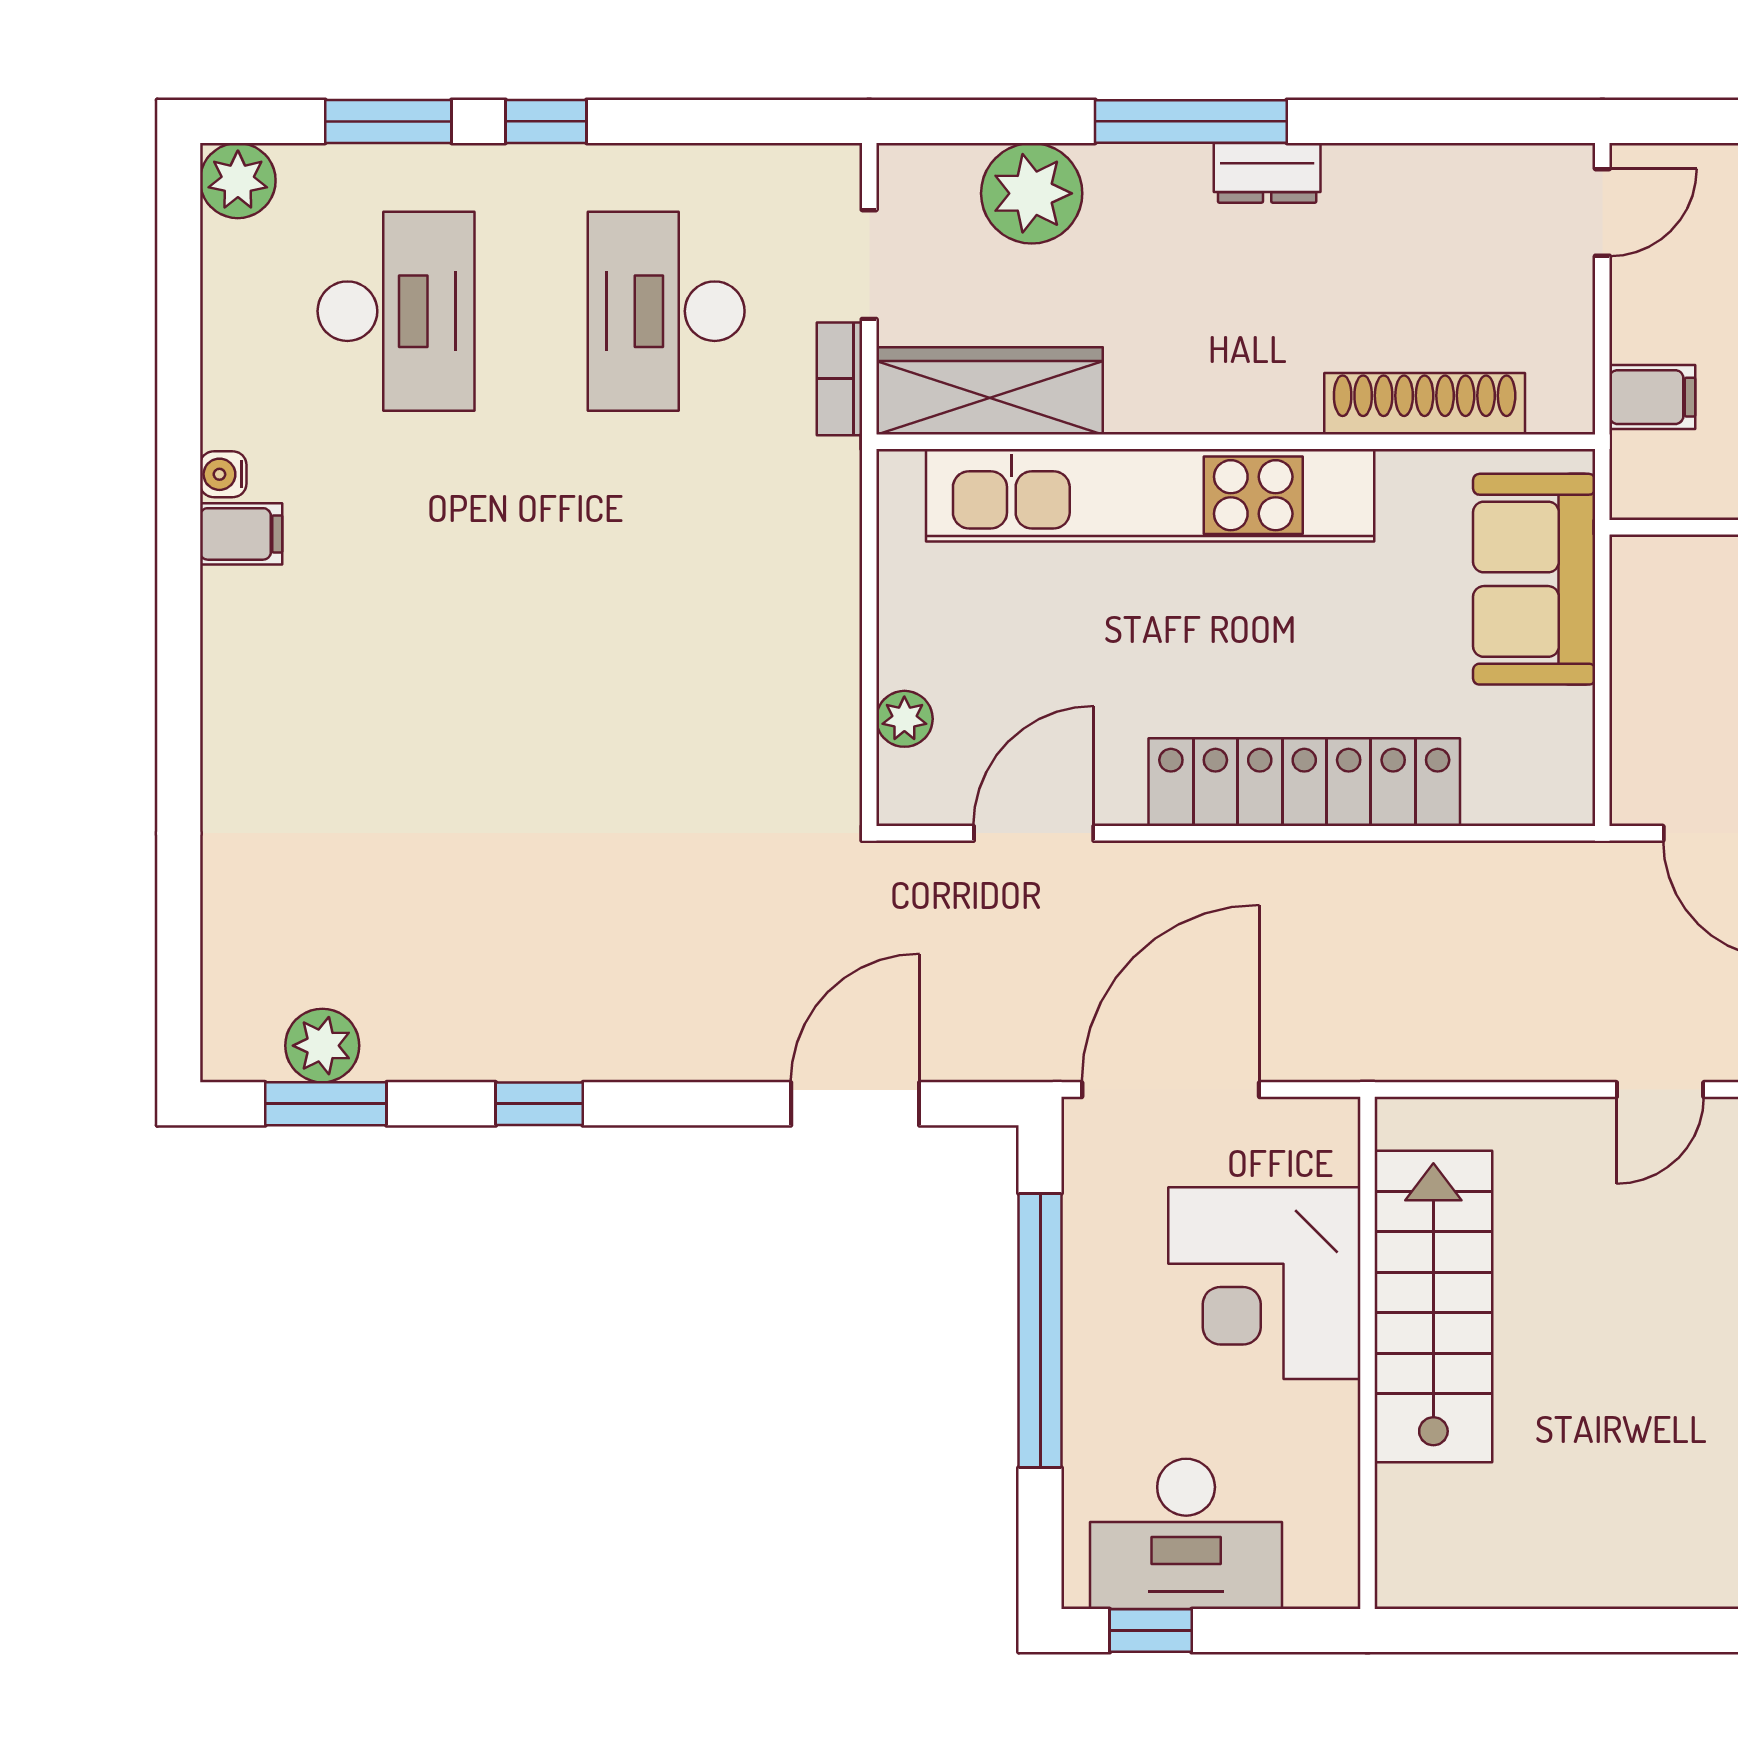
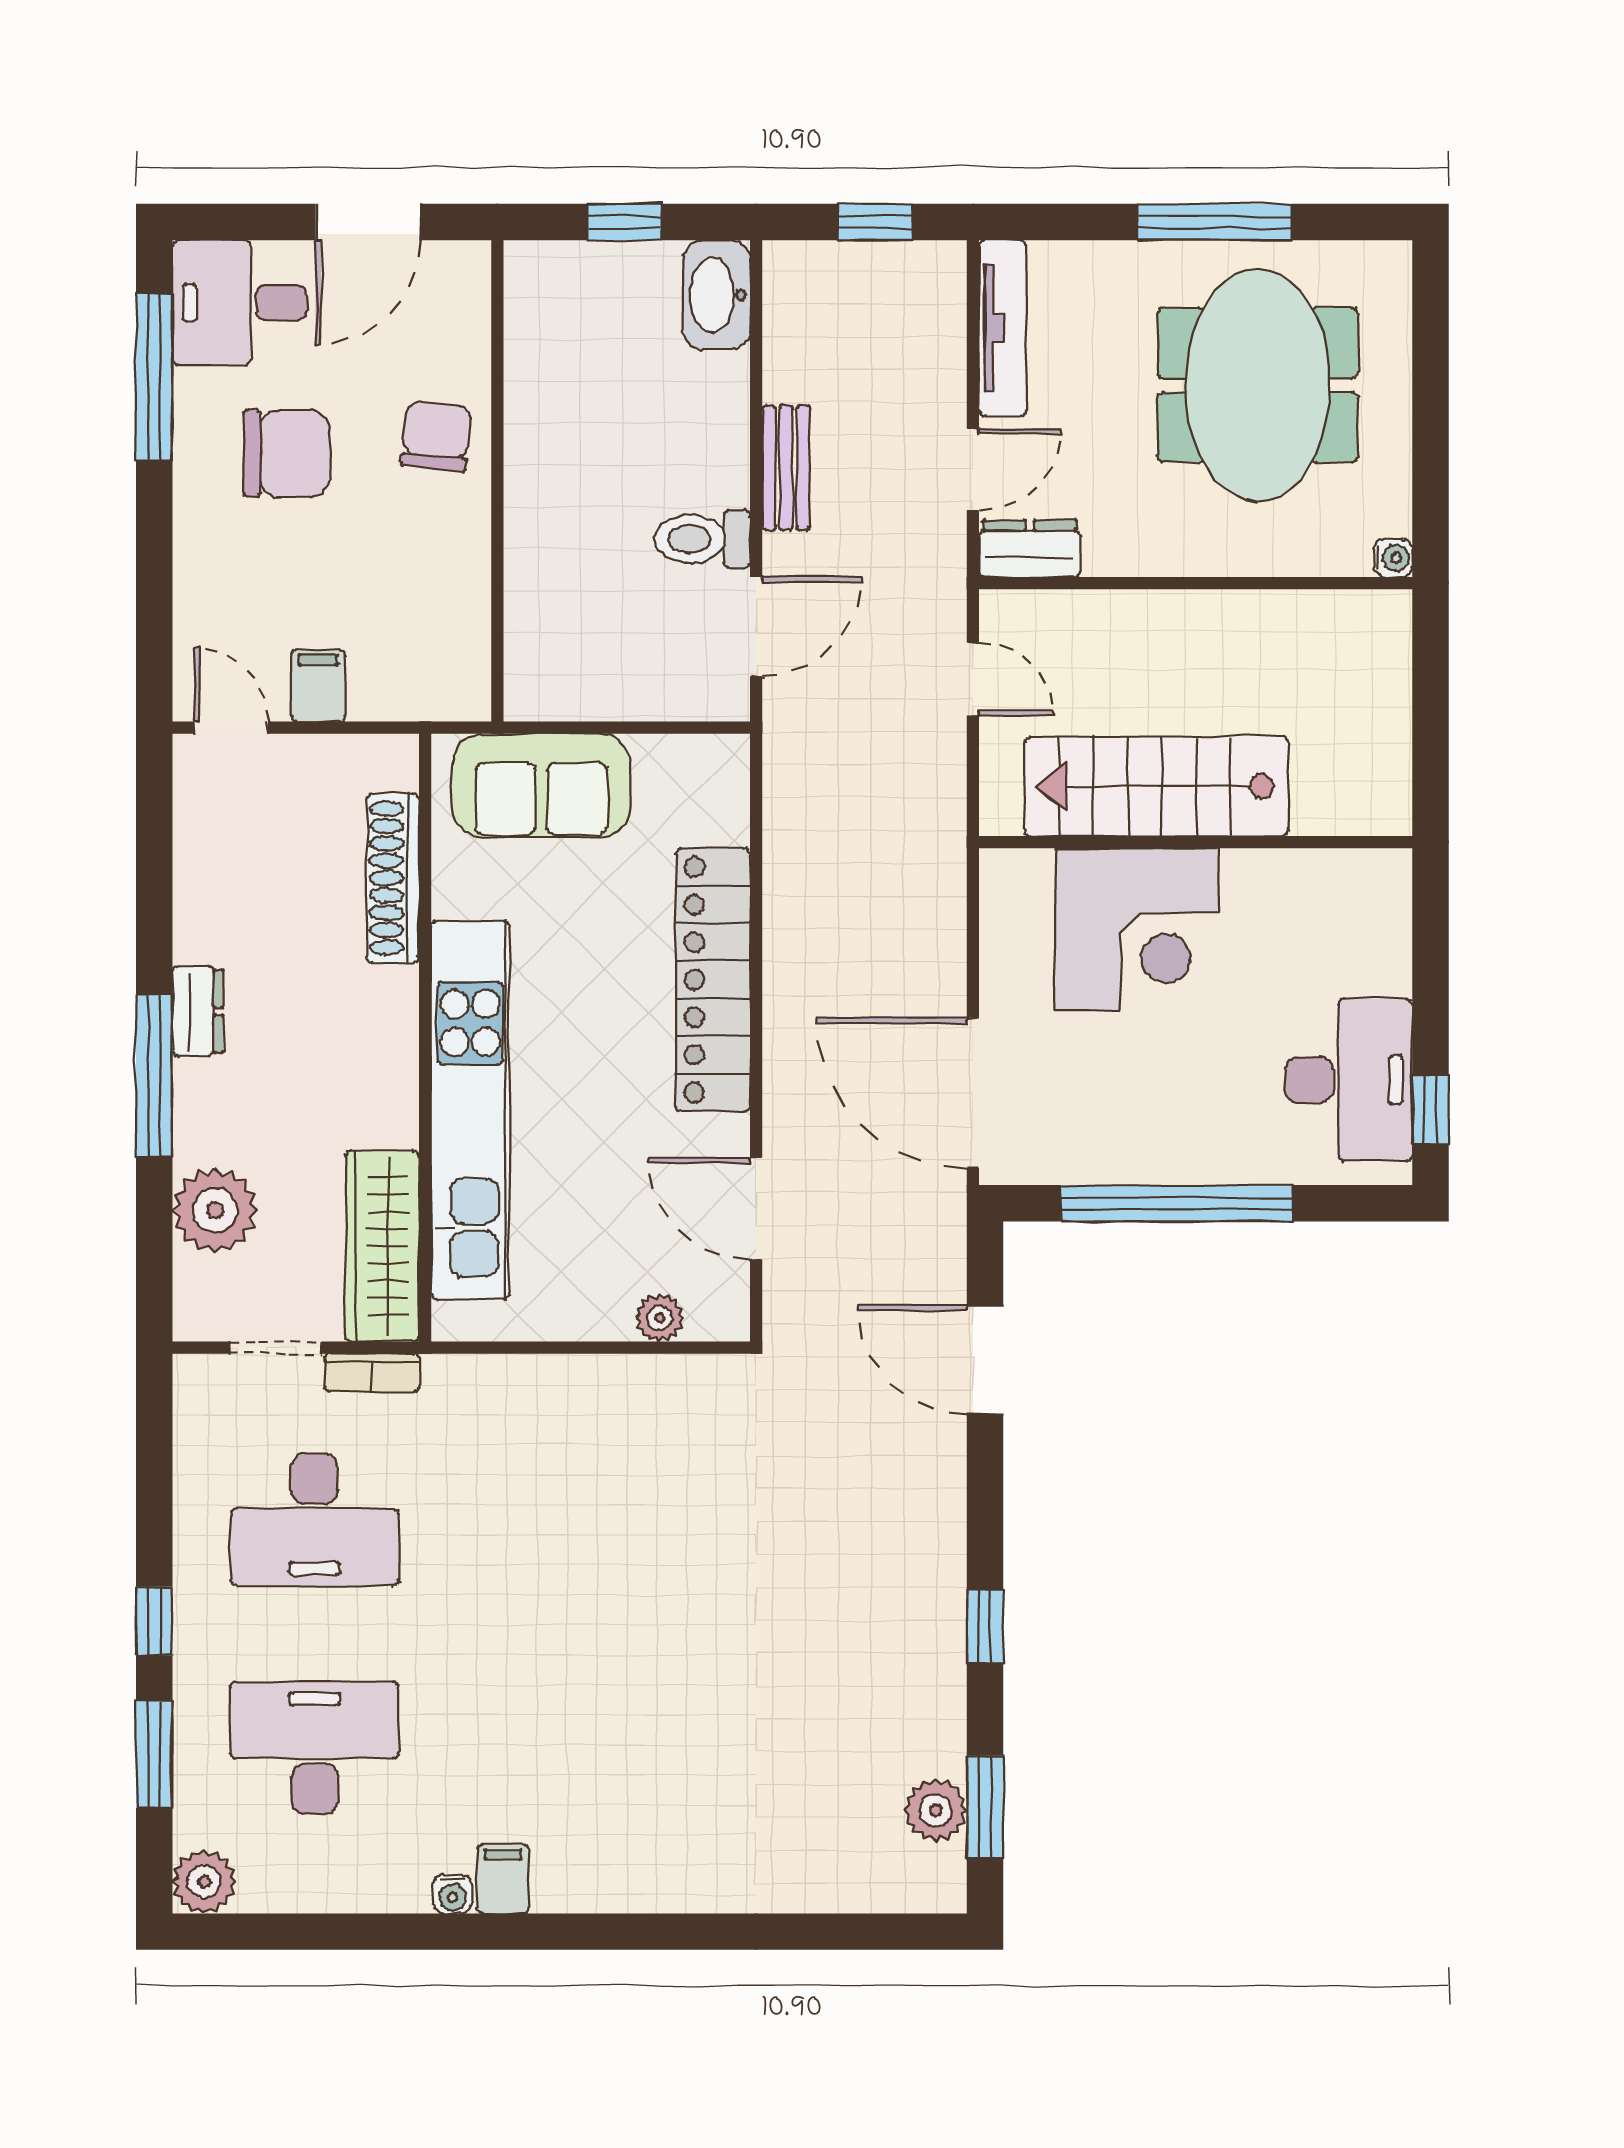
filing cabinet: (1652, 397) -> (318, 685), moved
corner desk: (1264, 1283) -> (1137, 929), moved
stairs: (1433, 1307) -> (1156, 786), moved
wall: (1367, 1353) -> (1196, 842), moved

